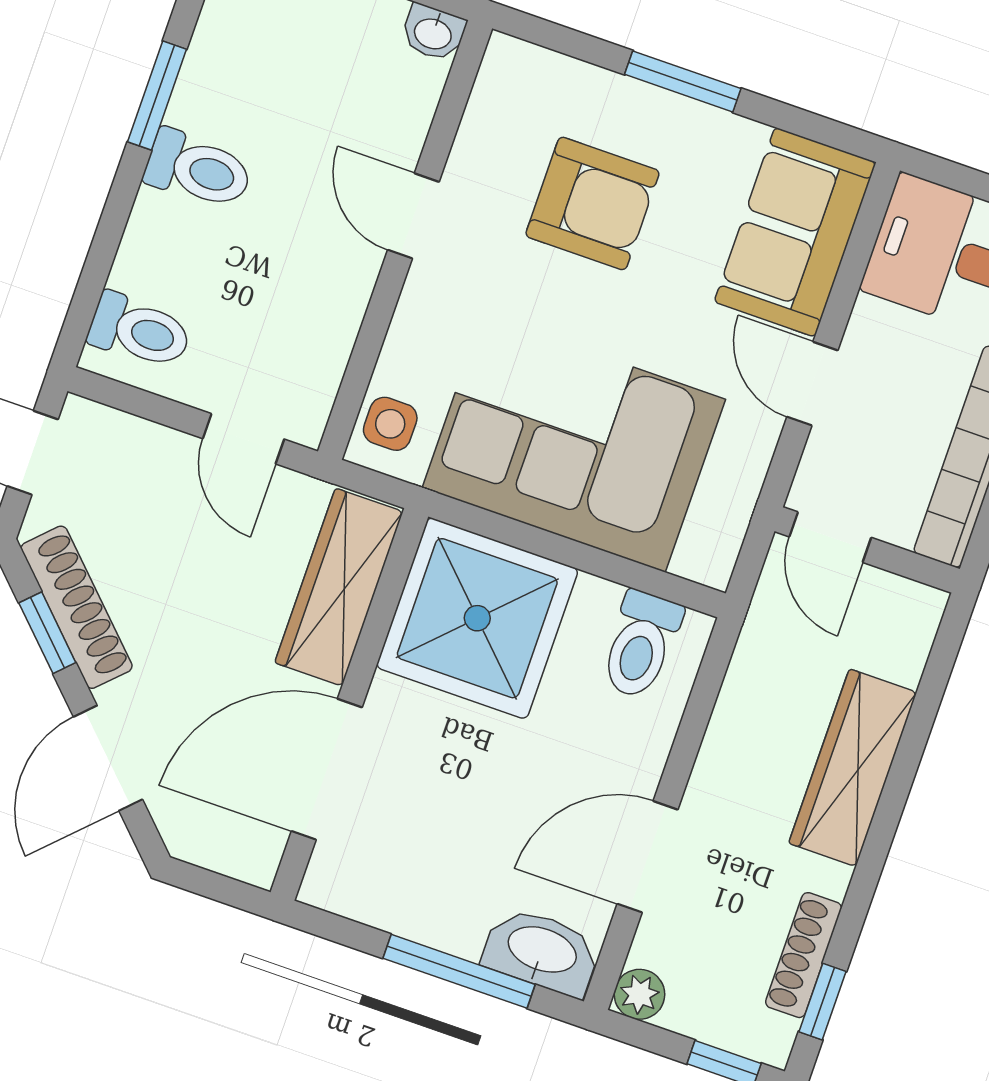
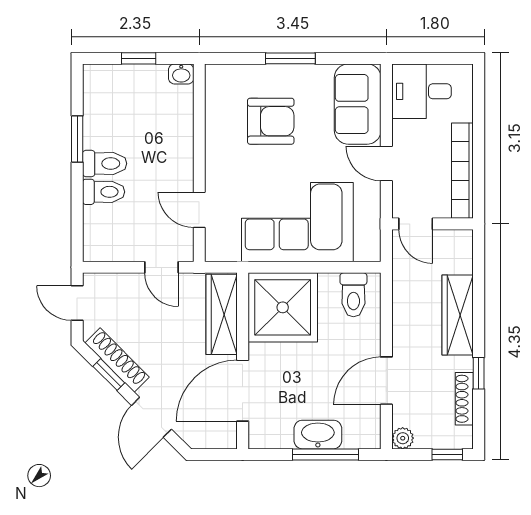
door: (413, 216) -> (199, 210), moved
toilet: (140, 331) -> (104, 192), moved
side table: (390, 424) -> (219, 240), removed
washbasin: (542, 951) -> (318, 435), moved
window: (823, 1002) -> (479, 373), moved

